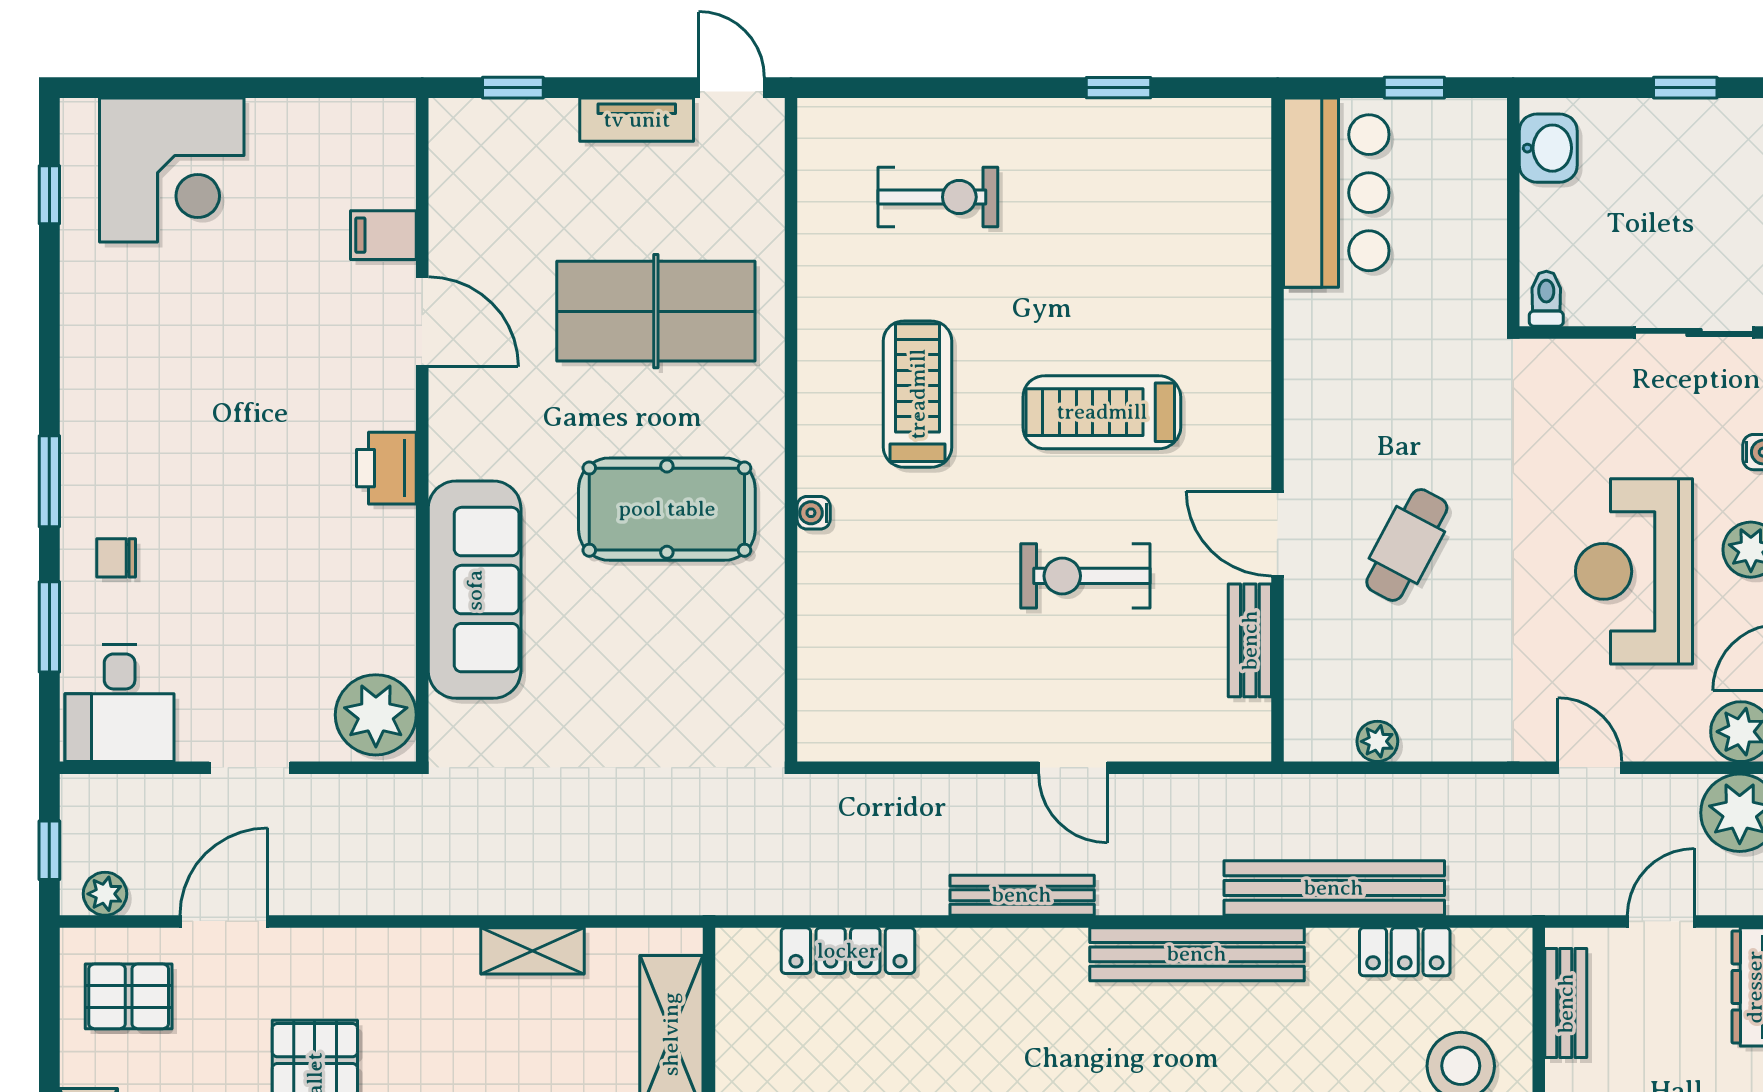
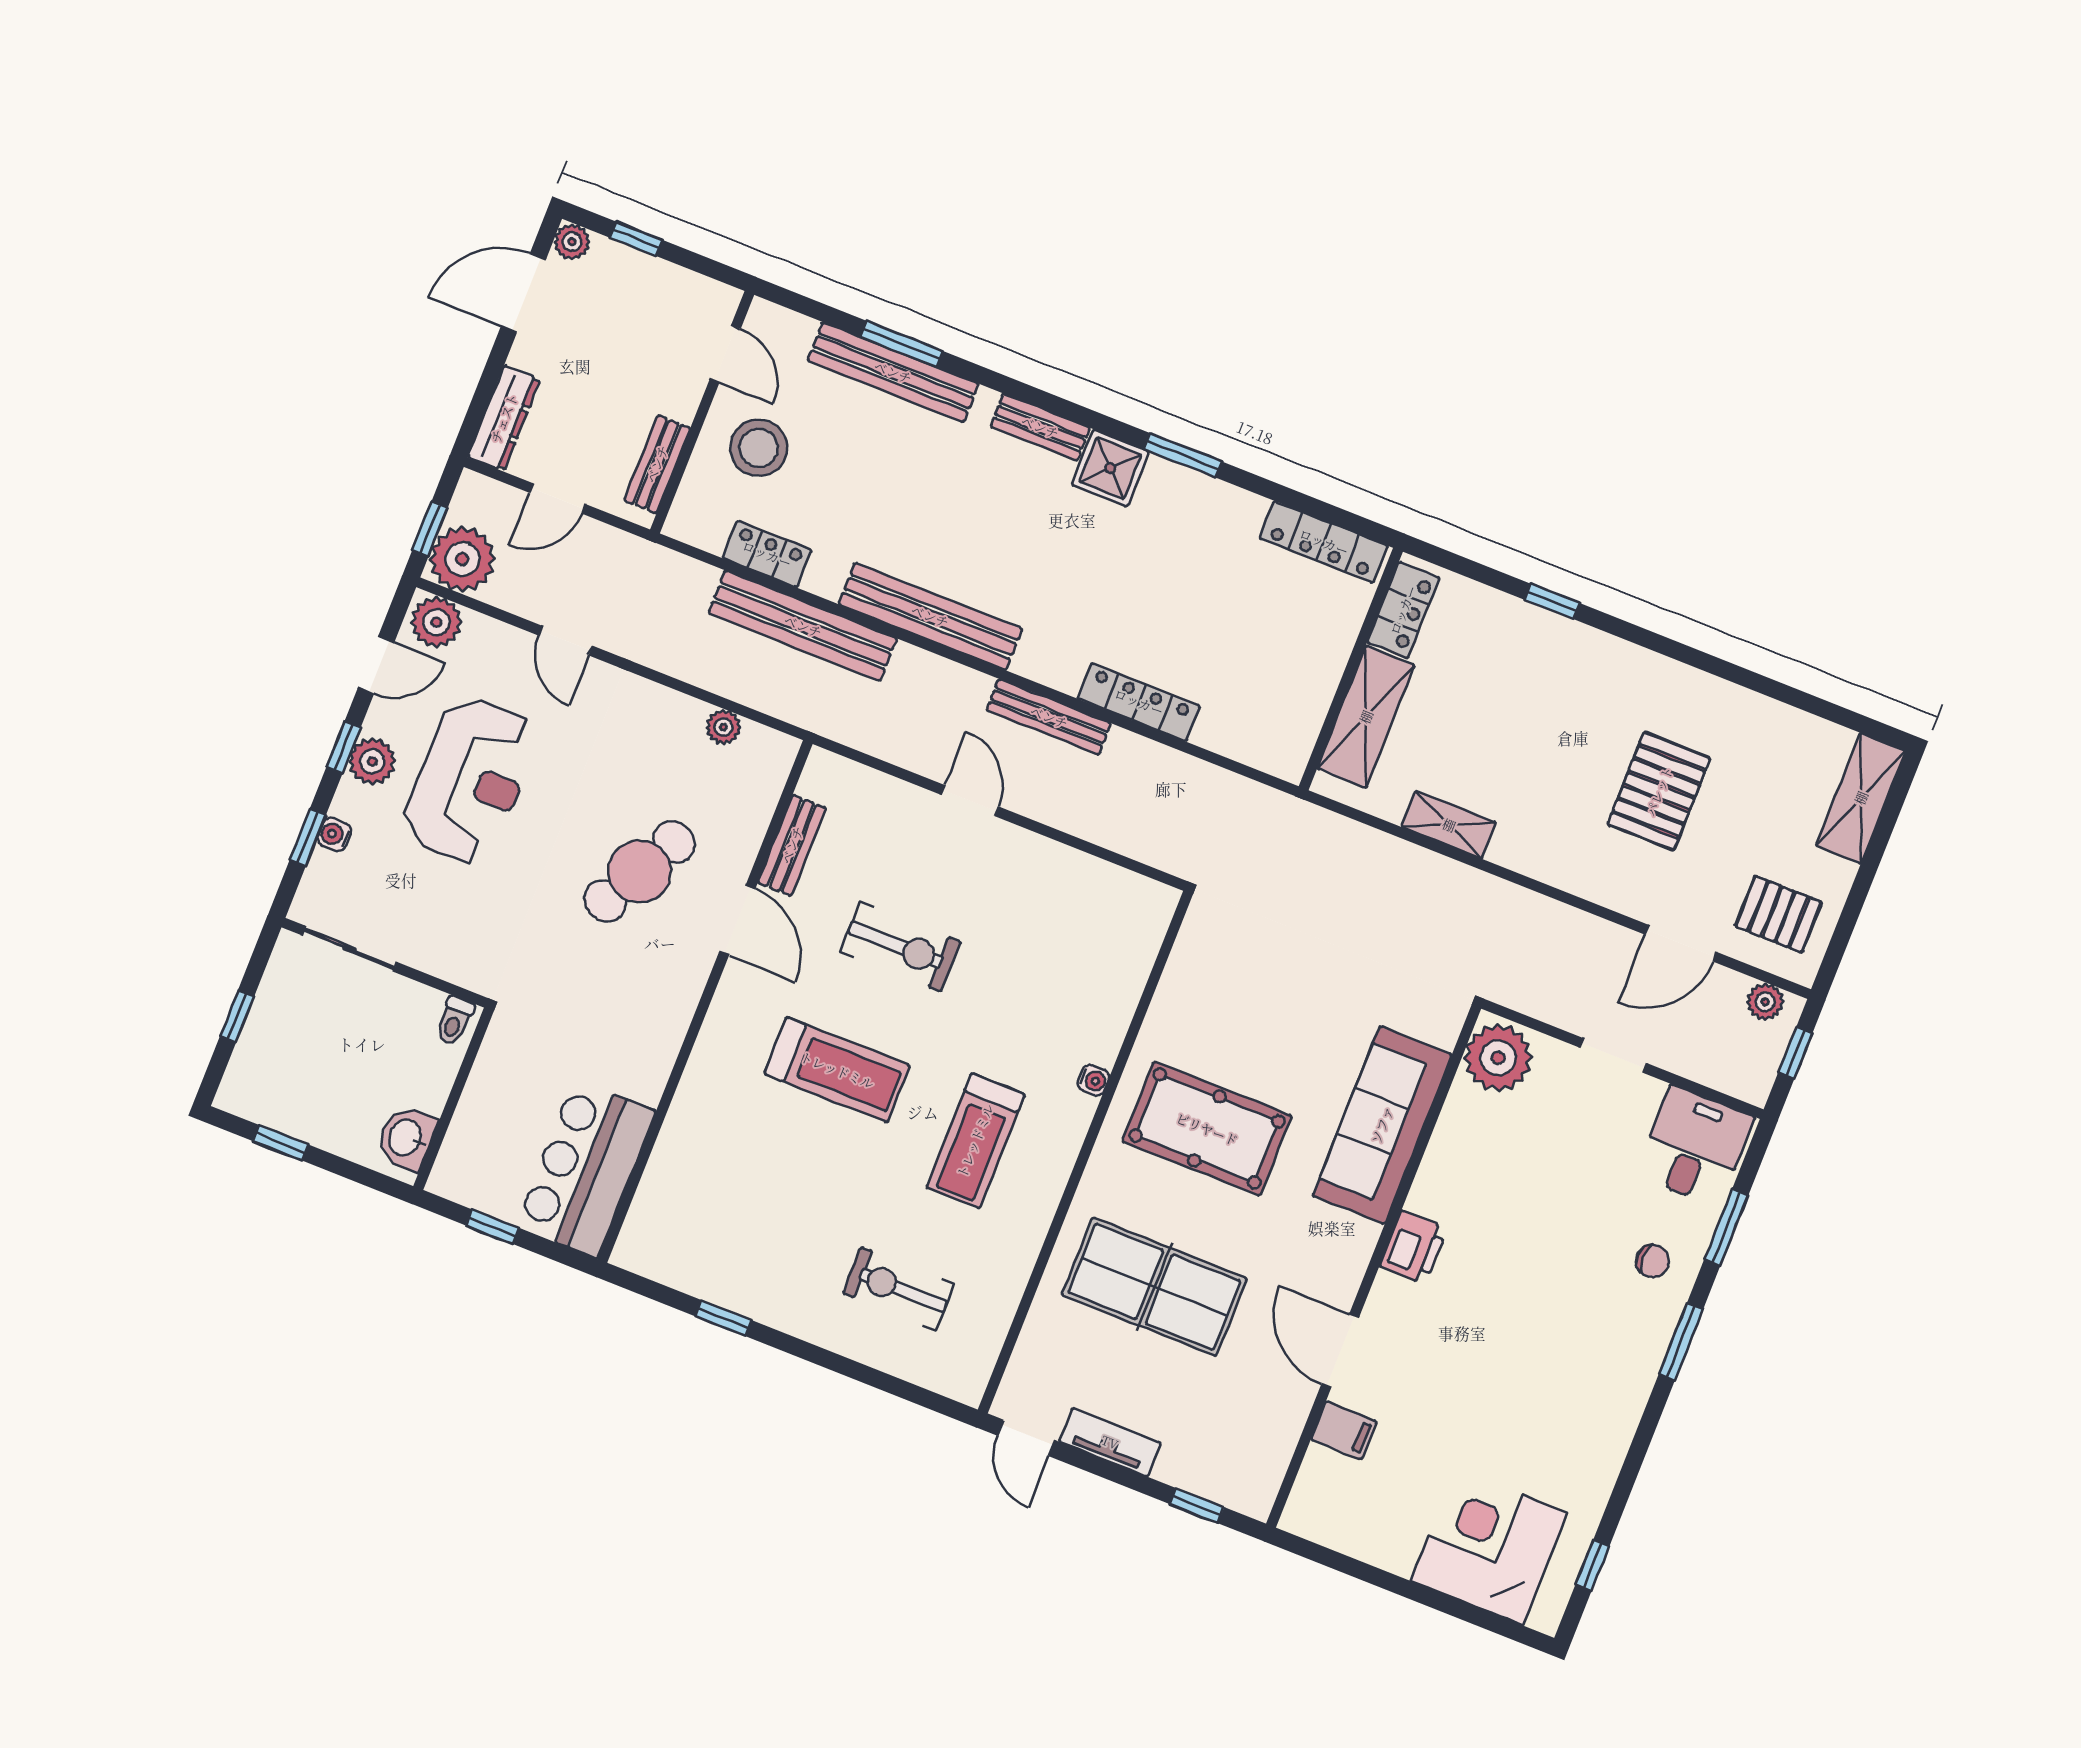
cafe table: (1407, 545) -> (640, 871), width x1.37, depth x1.35
locker: (848, 951) -> (1139, 702), moved

